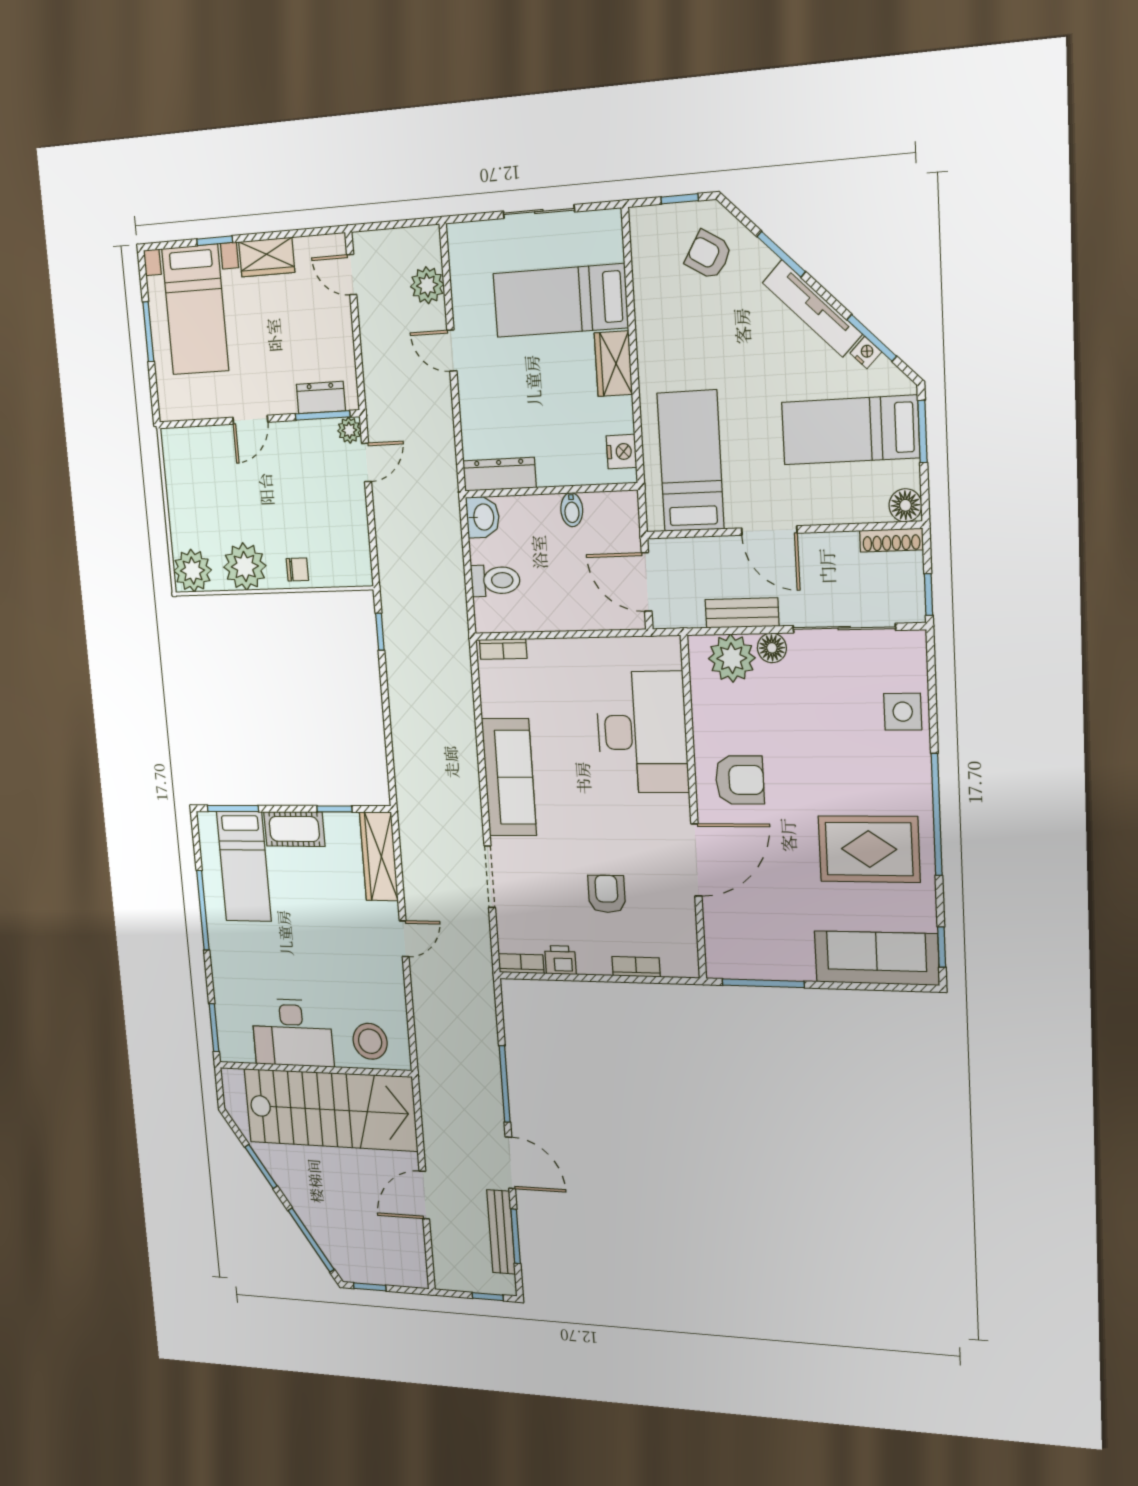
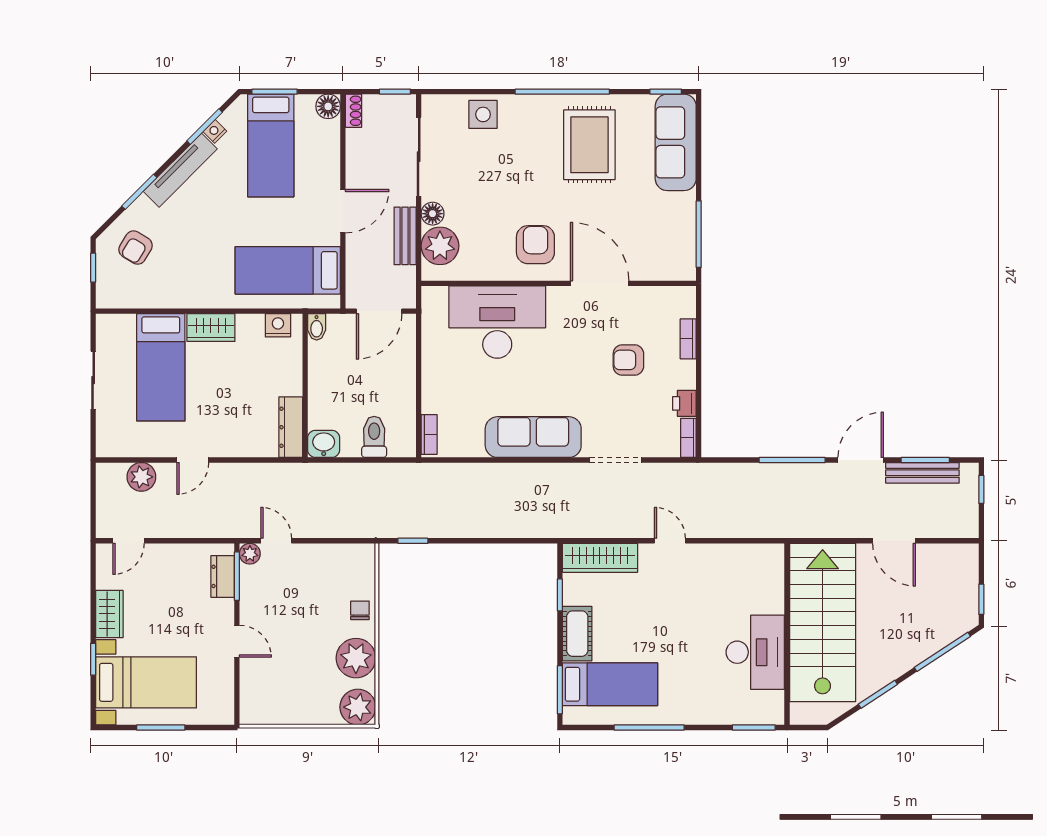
bidet: (572, 510) -> (317, 327), moved, turned 90
shoe rack: (891, 540) -> (354, 111), width x0.70
stool: (370, 1041) -> (760, 580), removed

